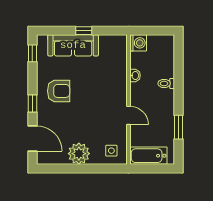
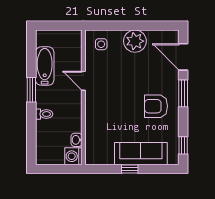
washbasin: (135, 75) -> (77, 140), moved
window: (32, 103) -> (183, 93), width x1.50
window: (179, 127) -> (31, 90), moved
bathtub: (148, 156) -> (45, 66), moved, turned -90

